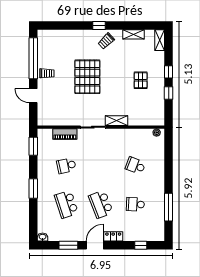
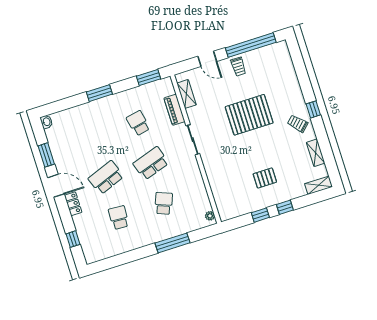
door: (33, 96) -> (207, 59), swing flipped
shelving: (117, 121) -> (187, 94), moved
school desk: (66, 204) -> (151, 163), moved
window: (169, 207) -> (172, 243), moved

